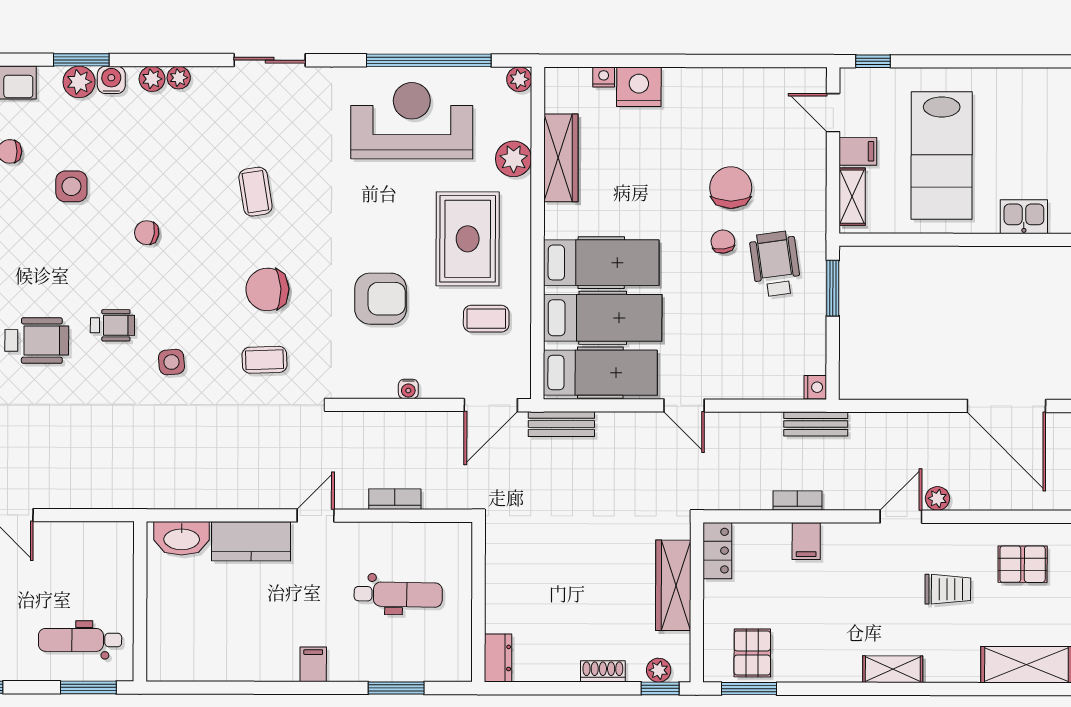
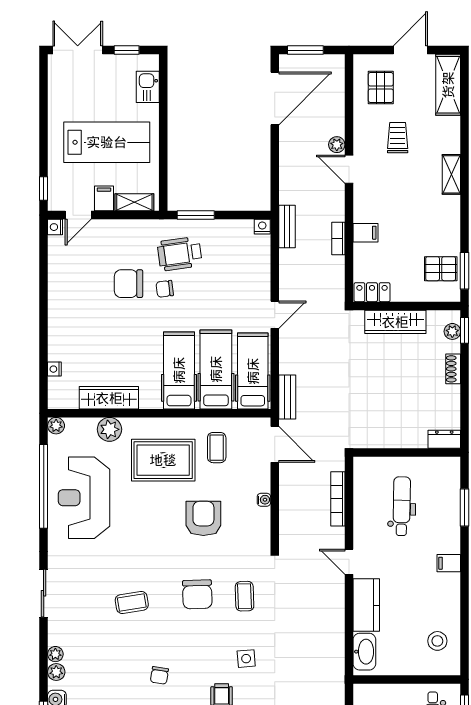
nightstand: (639, 87) -> (55, 227), moved, width x0.53, depth x0.56
bookcase: (395, 499) -> (338, 499), width x1.56
stool: (197, 647) -> (437, 641), added

